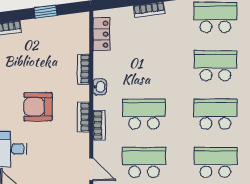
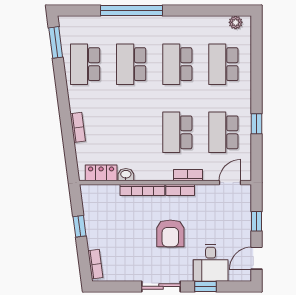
bookcase: (84, 69) -> (142, 190), width x1.56
washbasin: (100, 87) -> (126, 175), moved

